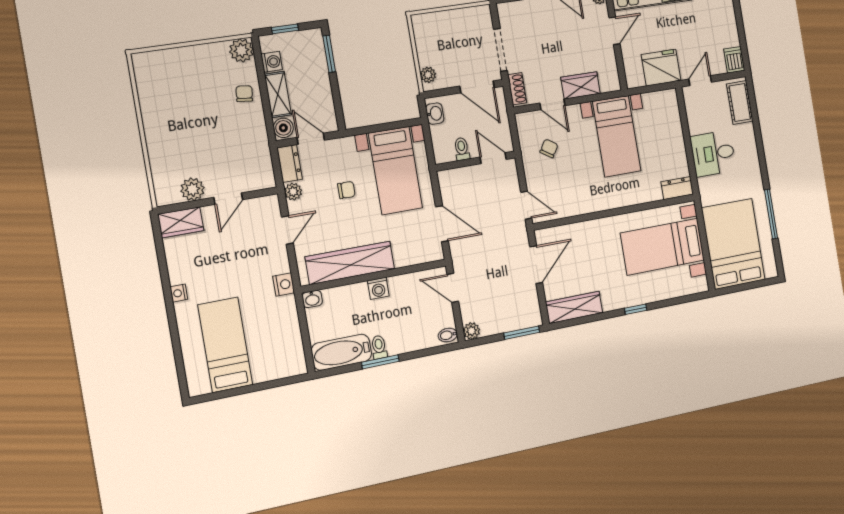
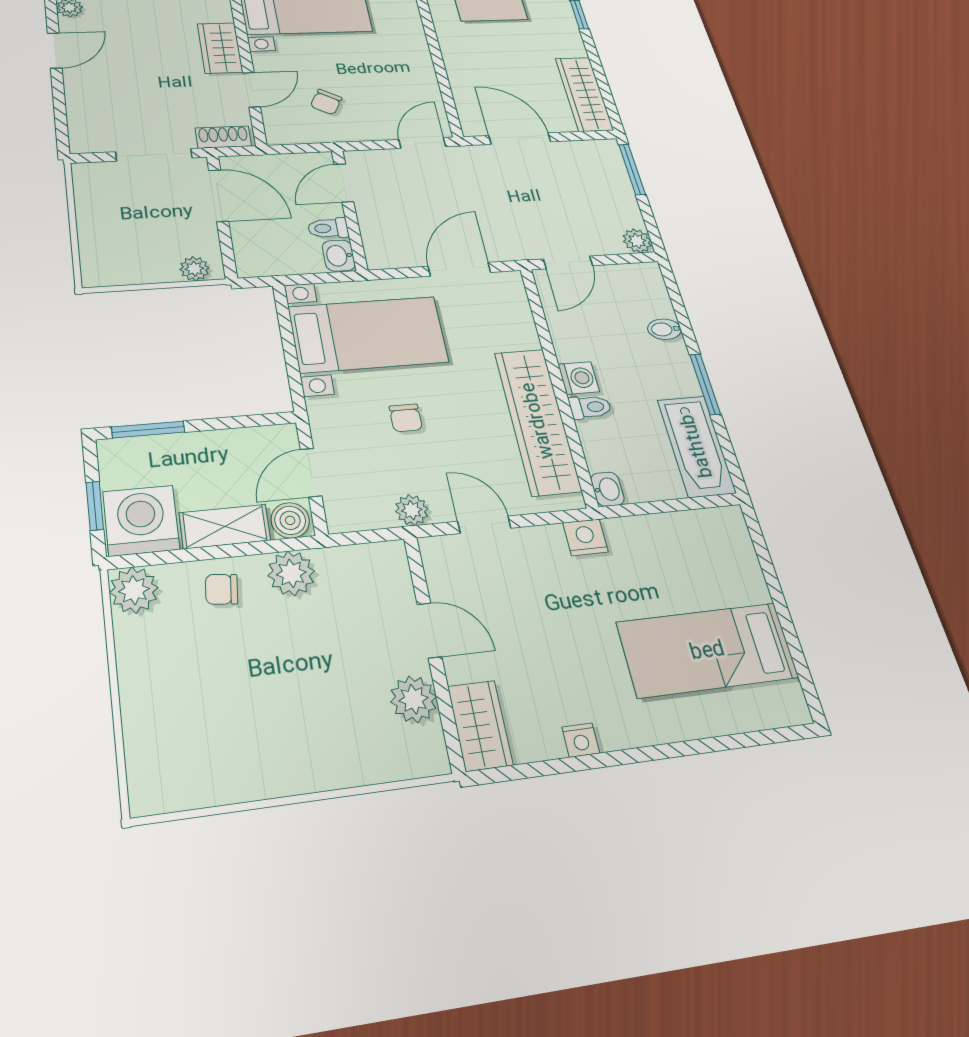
washing machine: (272, 62) -> (141, 520), width x1.89, depth x1.89
door: (477, 87) -> (219, 196), hinge flipped
washbasin: (435, 114) -> (339, 256), moved, turned -90
plant: (255, 129) -> (291, 573), added
chair: (549, 148) -> (326, 102), turned -93
dresser: (290, 163) -> (358, 513), removed
chair: (346, 190) -> (406, 418), turned 180
nightstand: (179, 293) -> (581, 740), moved
bidet: (448, 335) -> (664, 329), moved, turned 90
toilet: (379, 347) -> (590, 407), moved, turned 180

